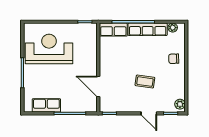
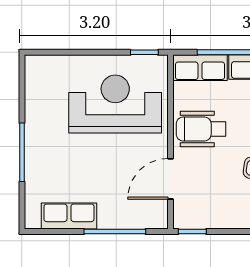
reception desk: (49, 49) -> (115, 104), moved
wheelchair: (114, 61) -> (201, 129), added
door: (98, 86) -> (170, 179), hinge flipped

